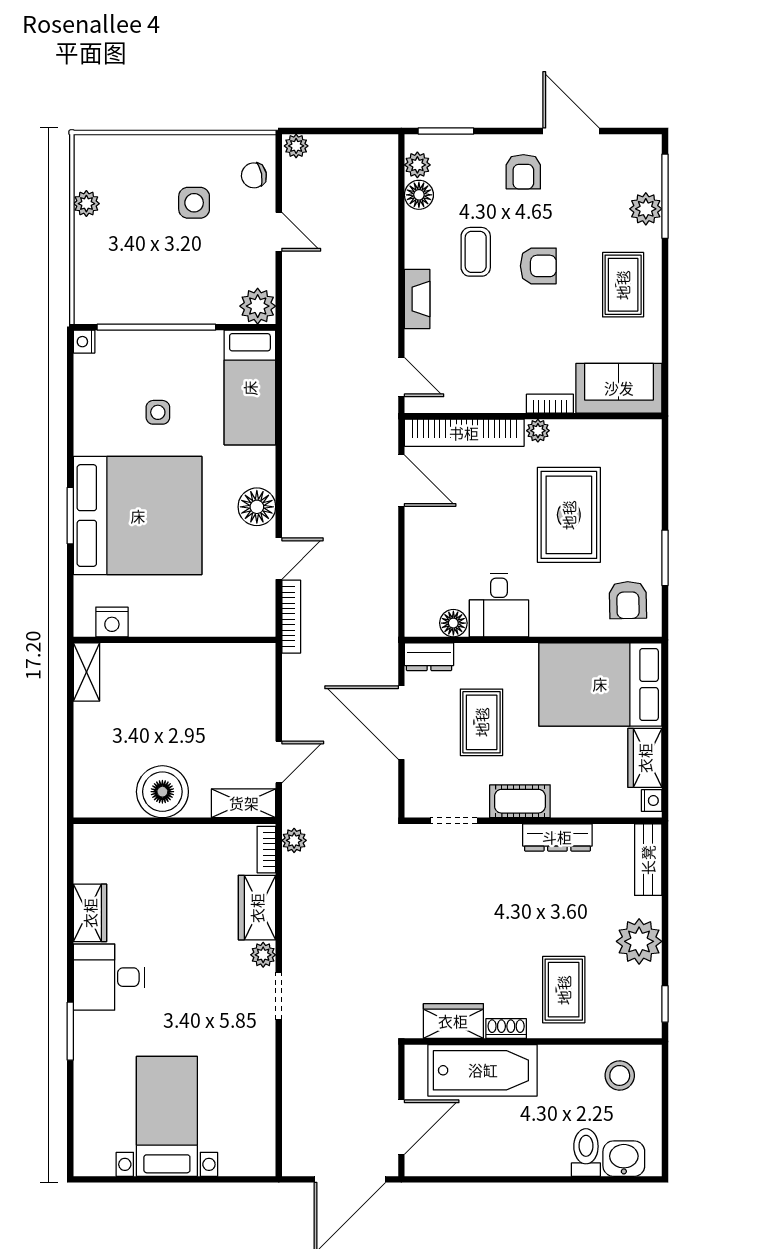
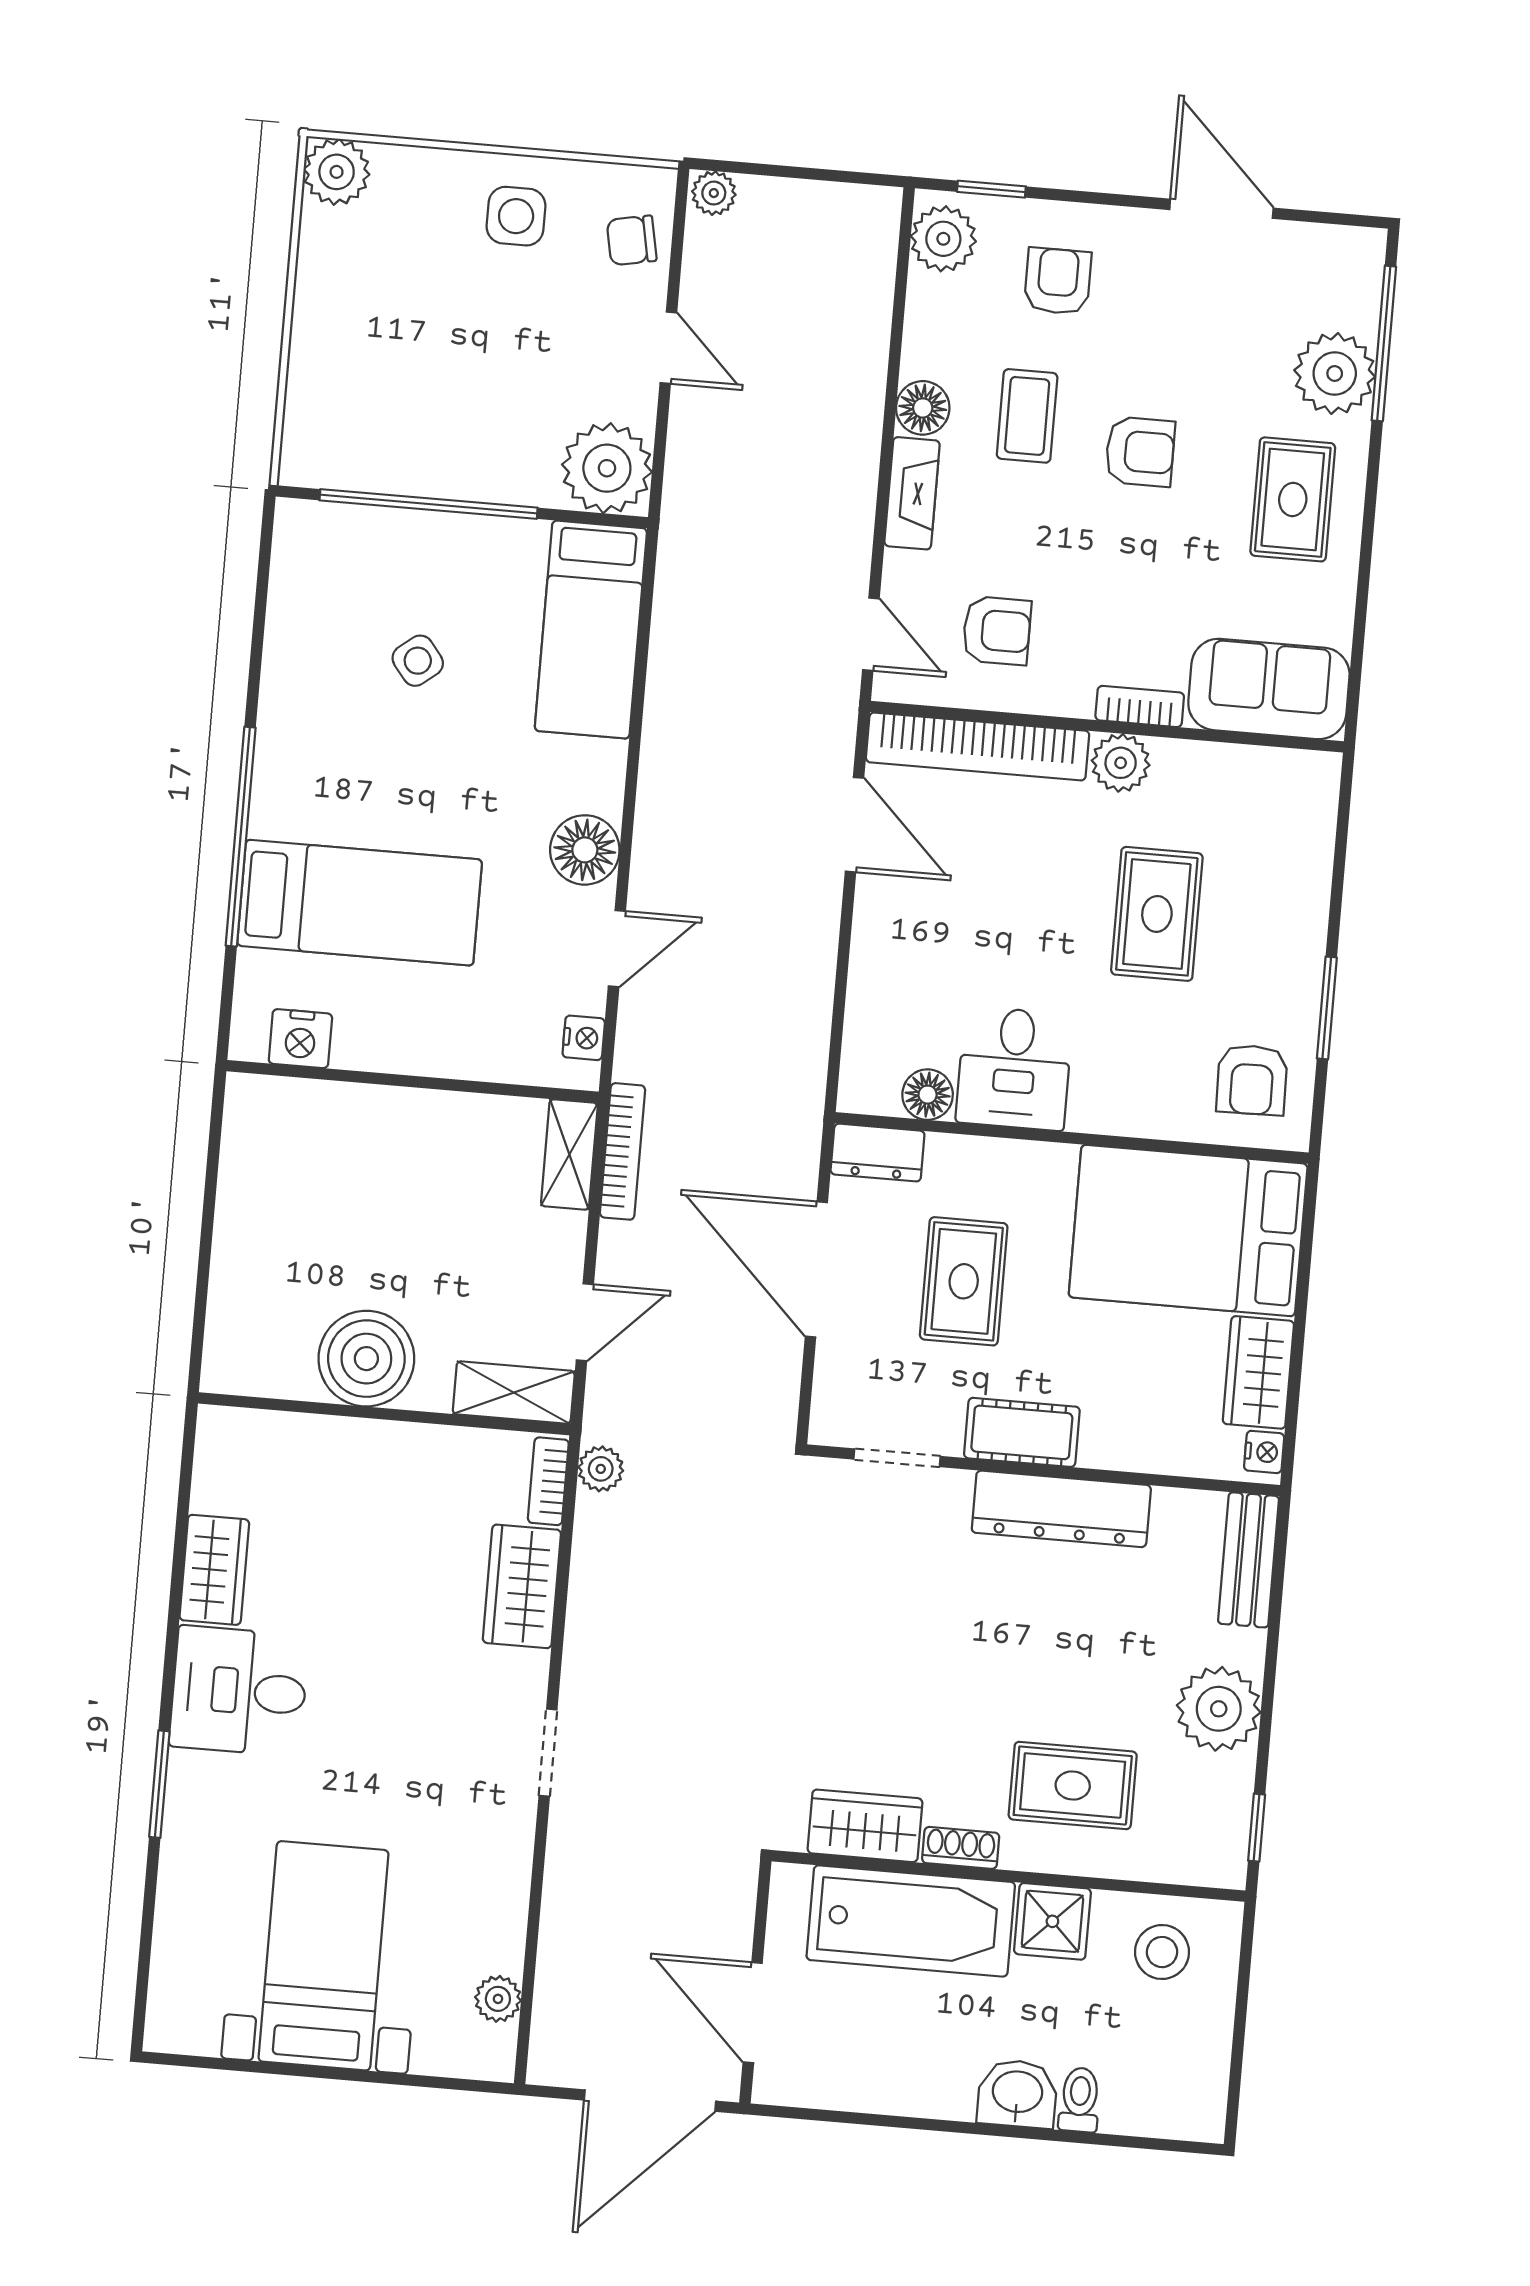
window: (446, 131) -> (991, 189), width x0.67
plant: (417, 165) -> (943, 239), width x1.38, depth x1.38
armchair: (523, 172) -> (1058, 281), moved, turned 180
floor lamp: (419, 195) -> (923, 408), moved
side table: (194, 203) -> (516, 216), moved
plant: (86, 204) -> (337, 172), moved, width x1.38, depth x1.38
plant: (646, 209) -> (1335, 374), width x1.36, depth x1.36
plant: (258, 306) -> (607, 468), width x1.36, depth x1.36
nightstand: (84, 342) -> (584, 1038), moved, turned 180
armchair: (469, 369) -> (997, 631), added
side table: (158, 412) -> (418, 661), turned -38
plant: (538, 431) -> (1121, 763), width x1.38, depth x1.38
rug: (569, 515) -> (1157, 914), width x0.73, depth x0.70
window: (70, 516) -> (241, 837), width x2.11
bed: (138, 516) -> (360, 903), width x0.49
bookcase: (291, 617) -> (623, 1151), moved
shelving: (86, 672) -> (569, 1155), moved
dresser: (557, 837) -> (1061, 1509), width x1.37, depth x1.24
plant: (263, 955) -> (498, 1999), moved
rug: (564, 990) -> (1073, 1786), turned 90
shower: (559, 1064) -> (1052, 1921), added
door: (401, 1127) -> (753, 2013), swing flipped
toilet: (586, 1152) -> (1080, 2100), width x0.73, depth x0.72
washbasin: (624, 1159) -> (1017, 2094), moved

